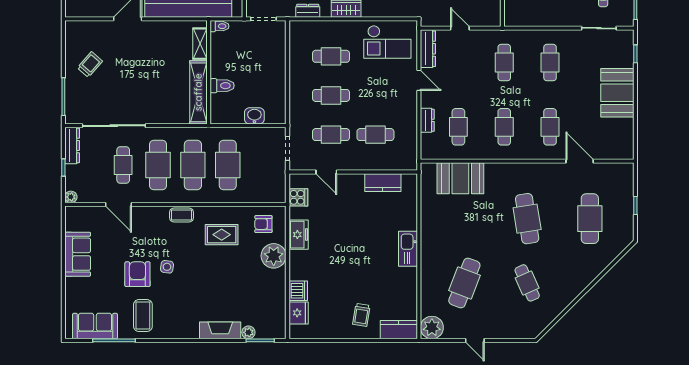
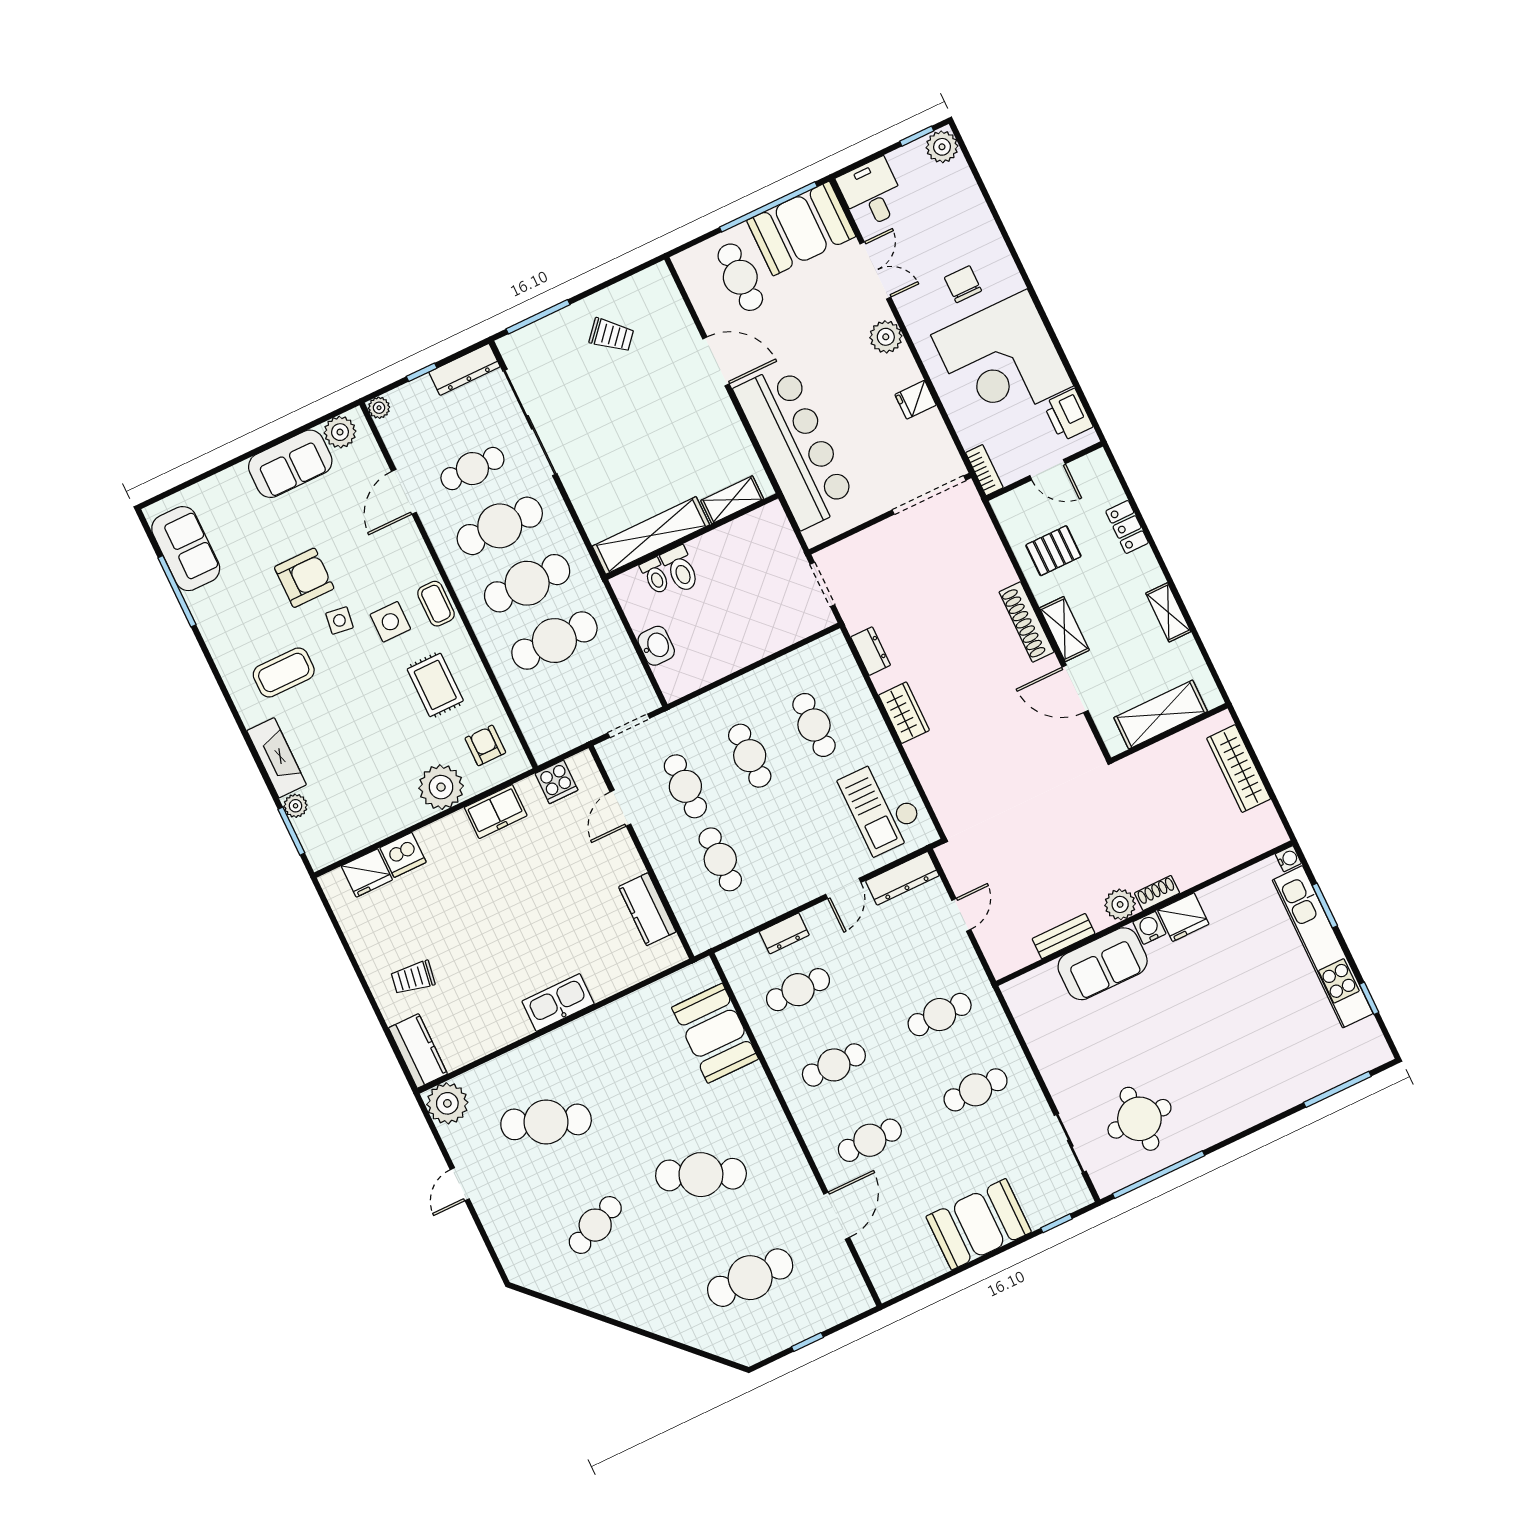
toilet: (220, 26) -> (655, 576), moved
cafe table: (527, 219) -> (701, 1175), turned 33
plant: (74, 222) -> (340, 432), added
side table: (180, 242) -> (390, 622), added
coffee table: (143, 316) -> (284, 672), moved

